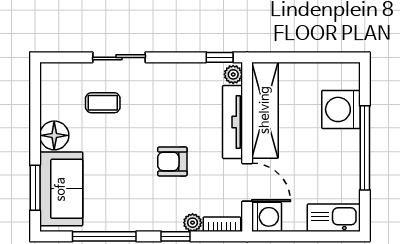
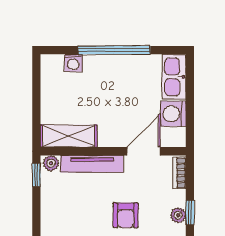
washing machine: (341, 109) -> (73, 63), width x0.53, depth x0.53
shelving: (265, 110) -> (69, 136), width x0.68
washing machine: (267, 217) -> (173, 114), moved, turned -90
plant: (193, 223) -> (178, 215), moved

